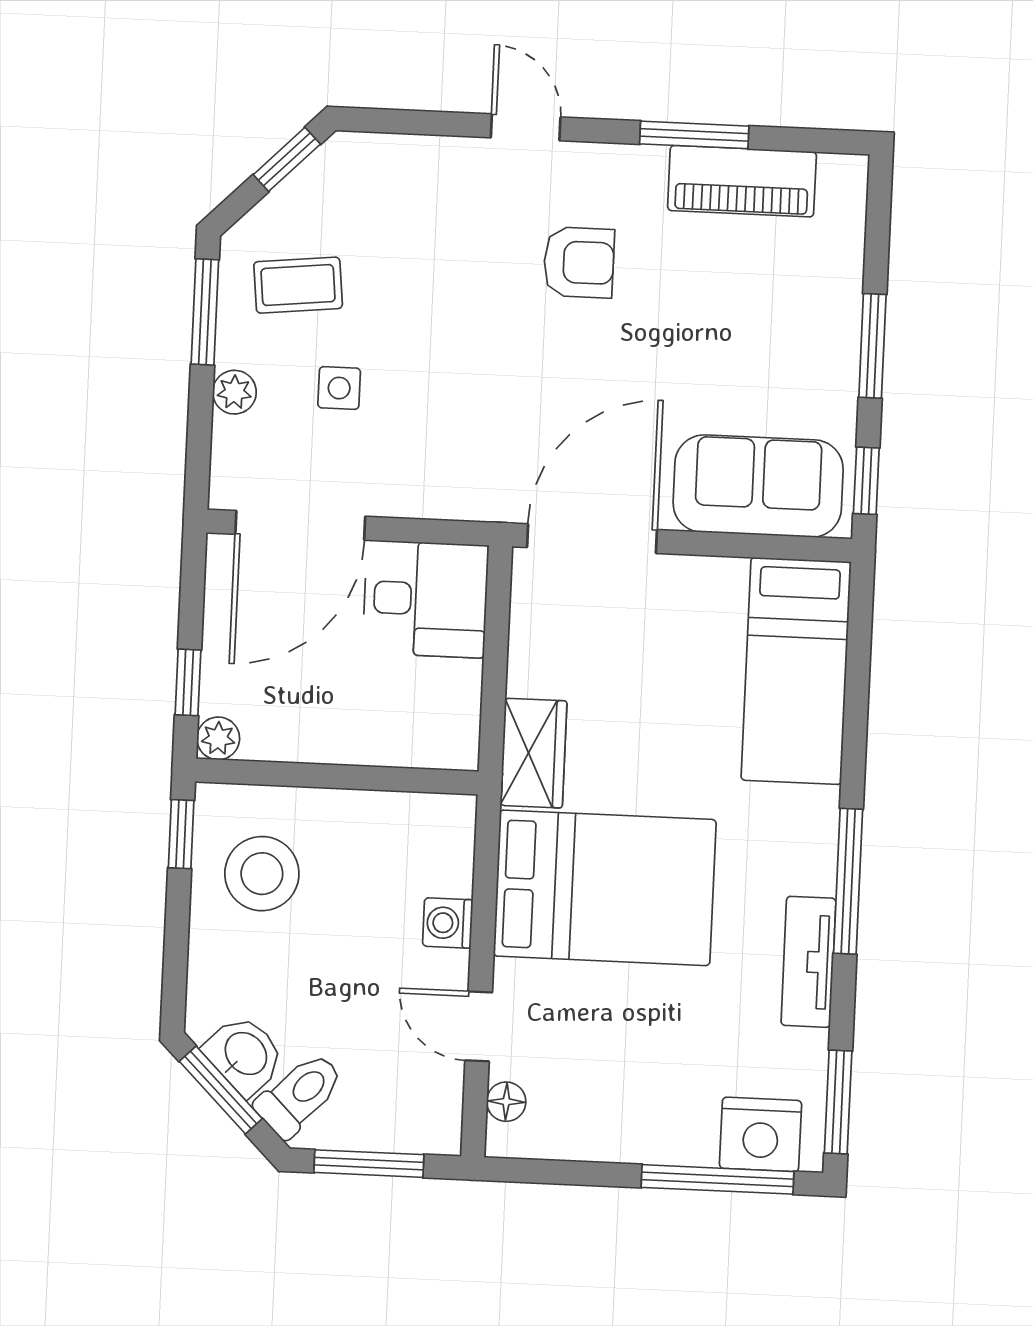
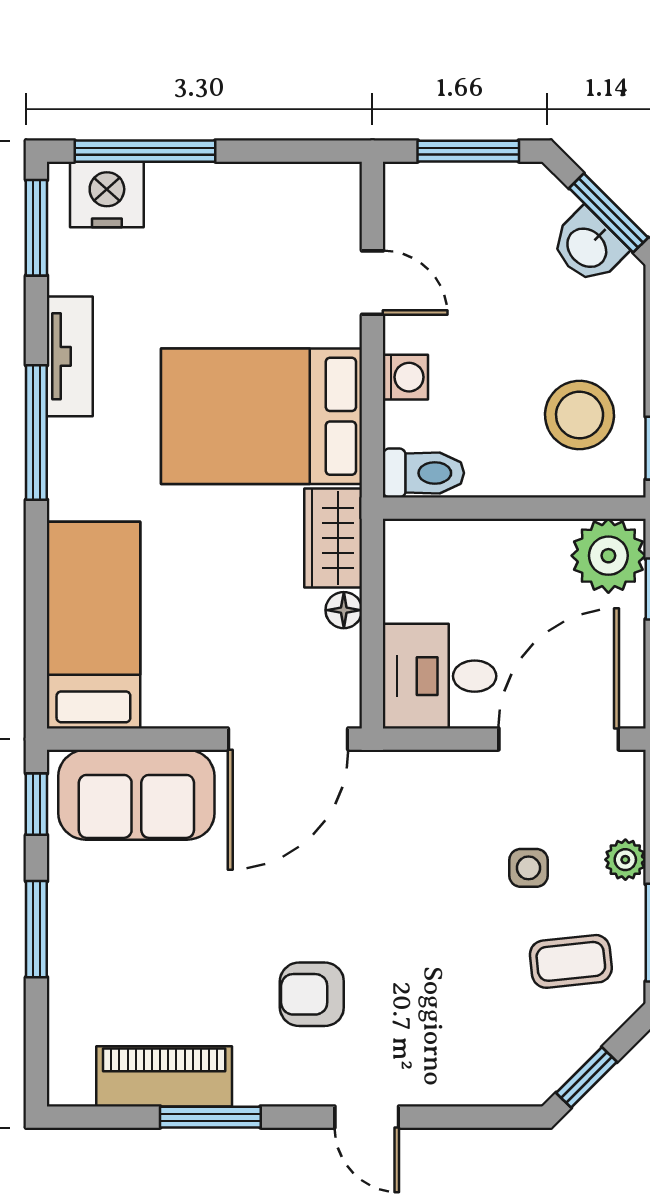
plant: (218, 738) -> (608, 556), width x1.88, depth x1.88
toilet: (300, 1095) -> (423, 473), moved, turned -135
floor lamp: (506, 1102) -> (344, 610), moved

